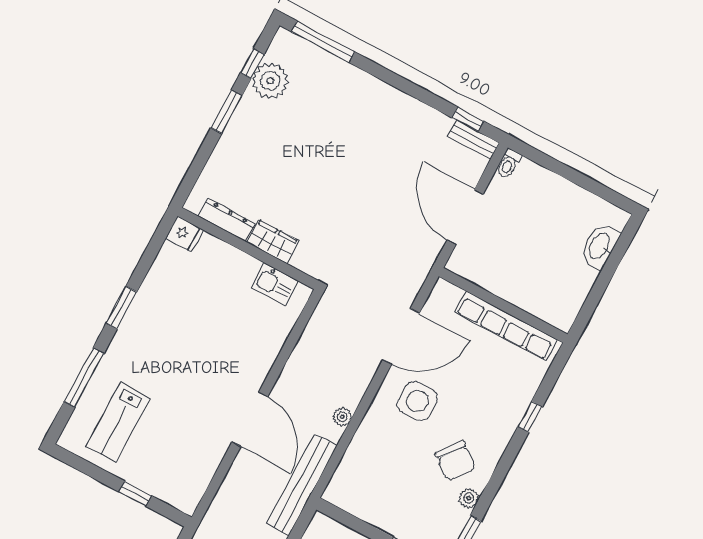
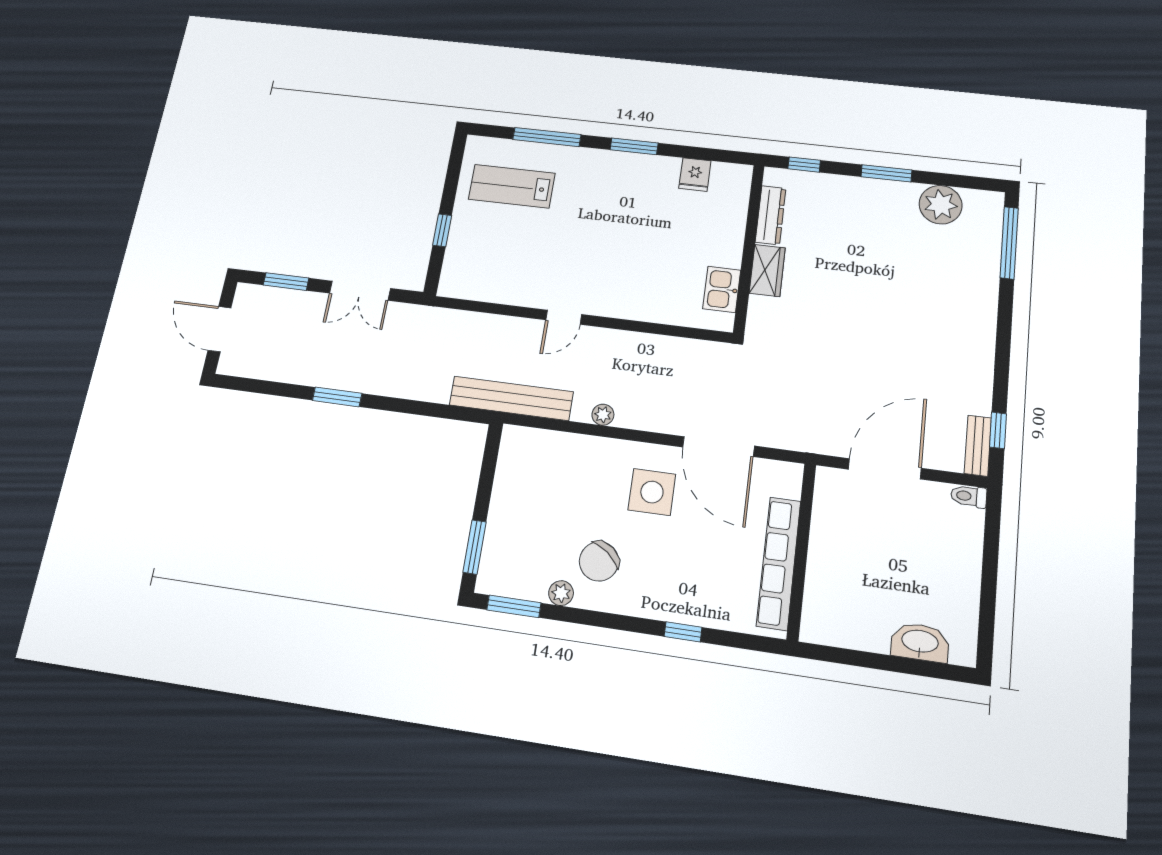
window: (252, 64) -> (804, 165), moved
fridge: (185, 234) -> (695, 175), moved
door: (250, 419) -> (564, 317), width x0.53

